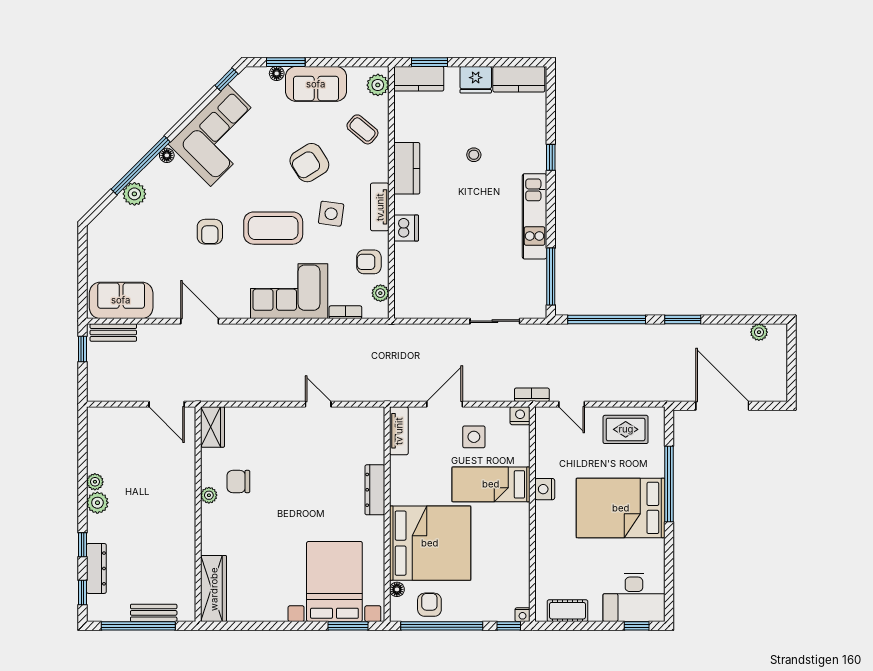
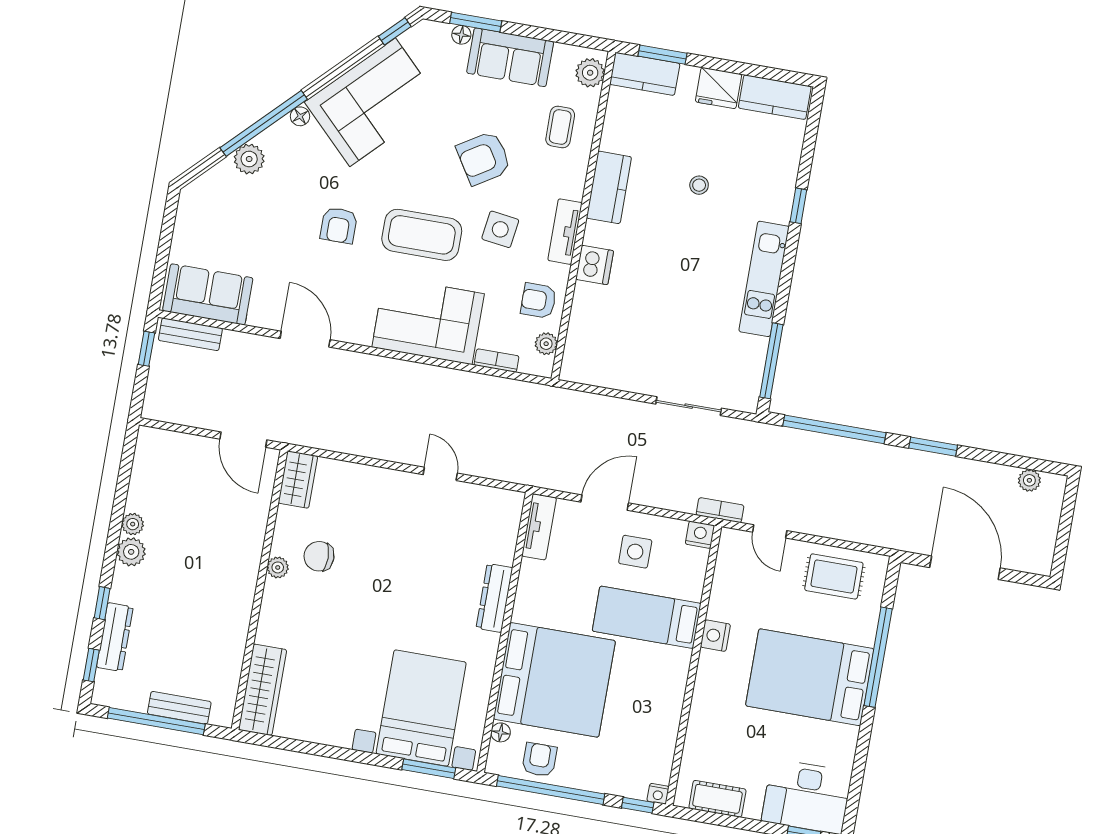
coffee table: (362, 129) -> (560, 127), turned 50

